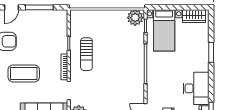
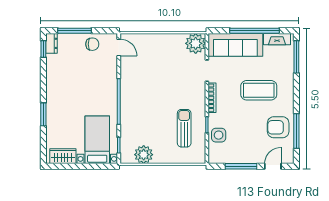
plant: (135, 18) -> (144, 155), moved
side table: (59, 34) -> (219, 135), added
sun lounger: (86, 54) -> (184, 128), moved
desk: (196, 88) -> (61, 73), removed

